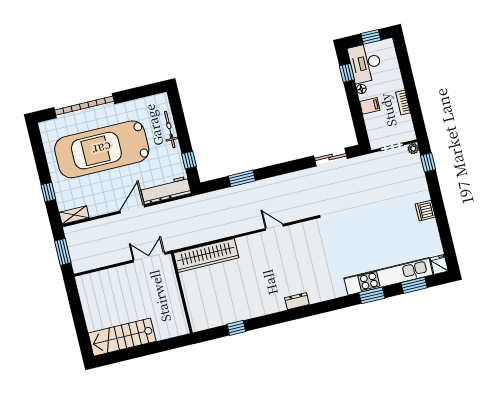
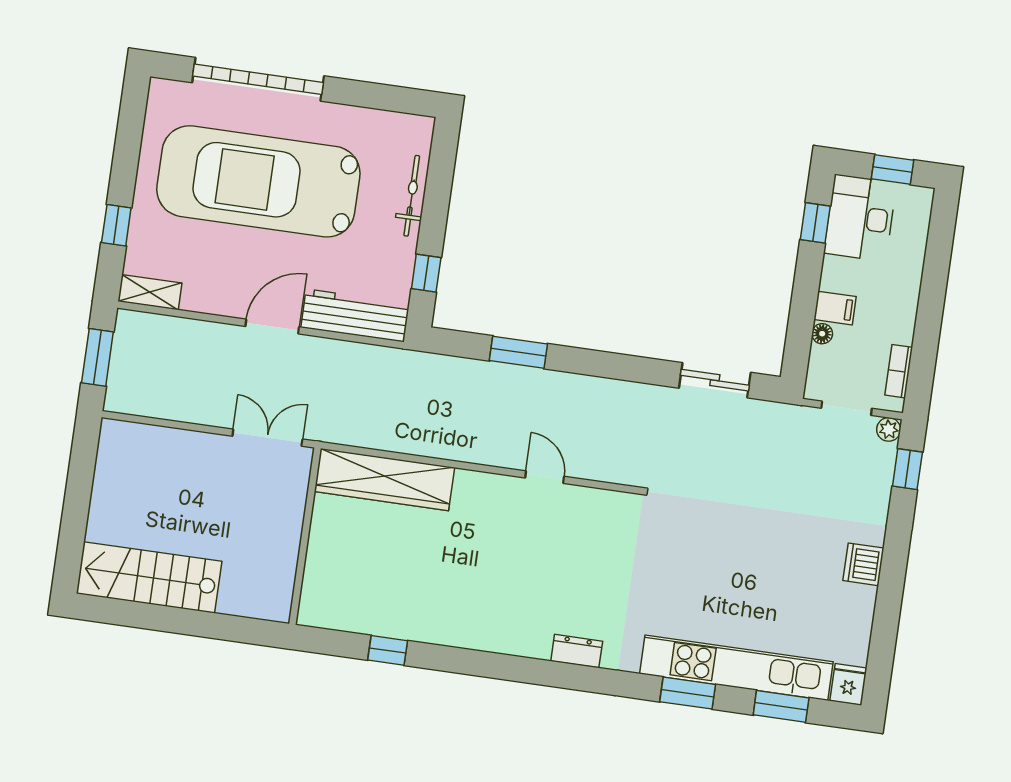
floor lamp: (361, 89) -> (822, 334), moved
bookcase: (403, 103) -> (899, 371), moved
dresser: (297, 301) -> (577, 651), moved

